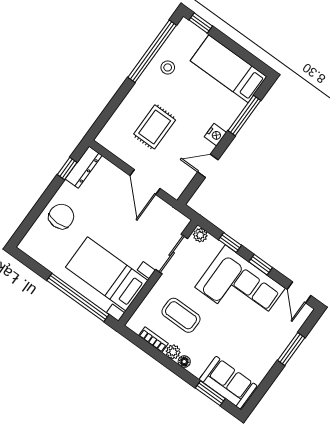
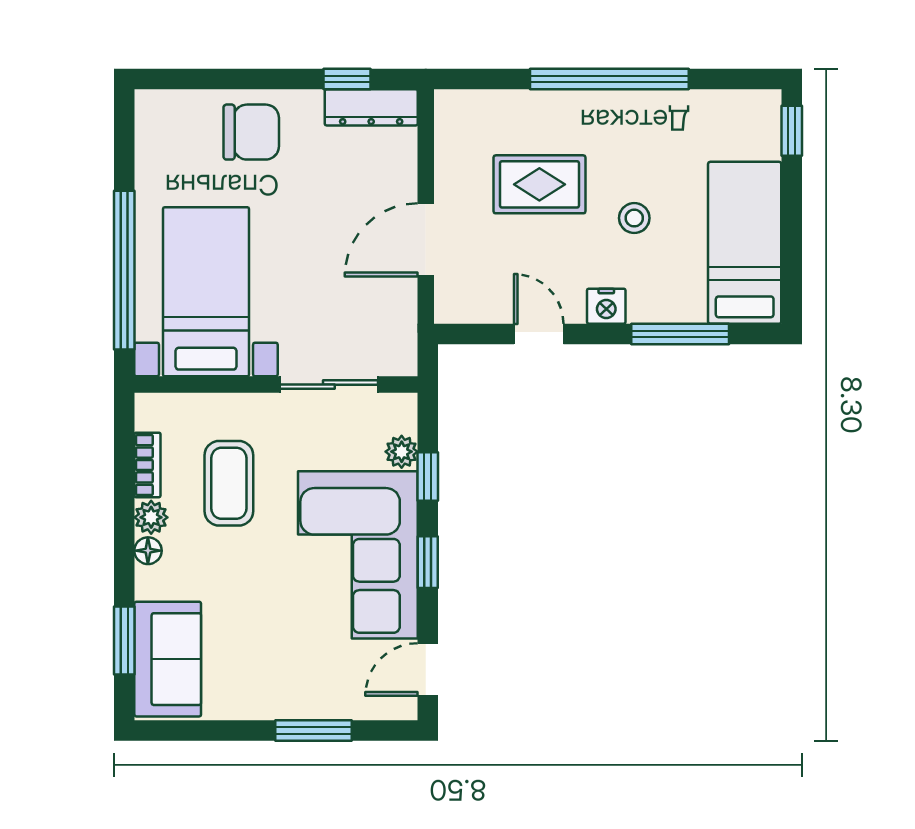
window: (152, 51) -> (609, 79), moved
stool: (168, 67) -> (634, 218), moved
plant: (200, 235) -> (402, 452), moved

